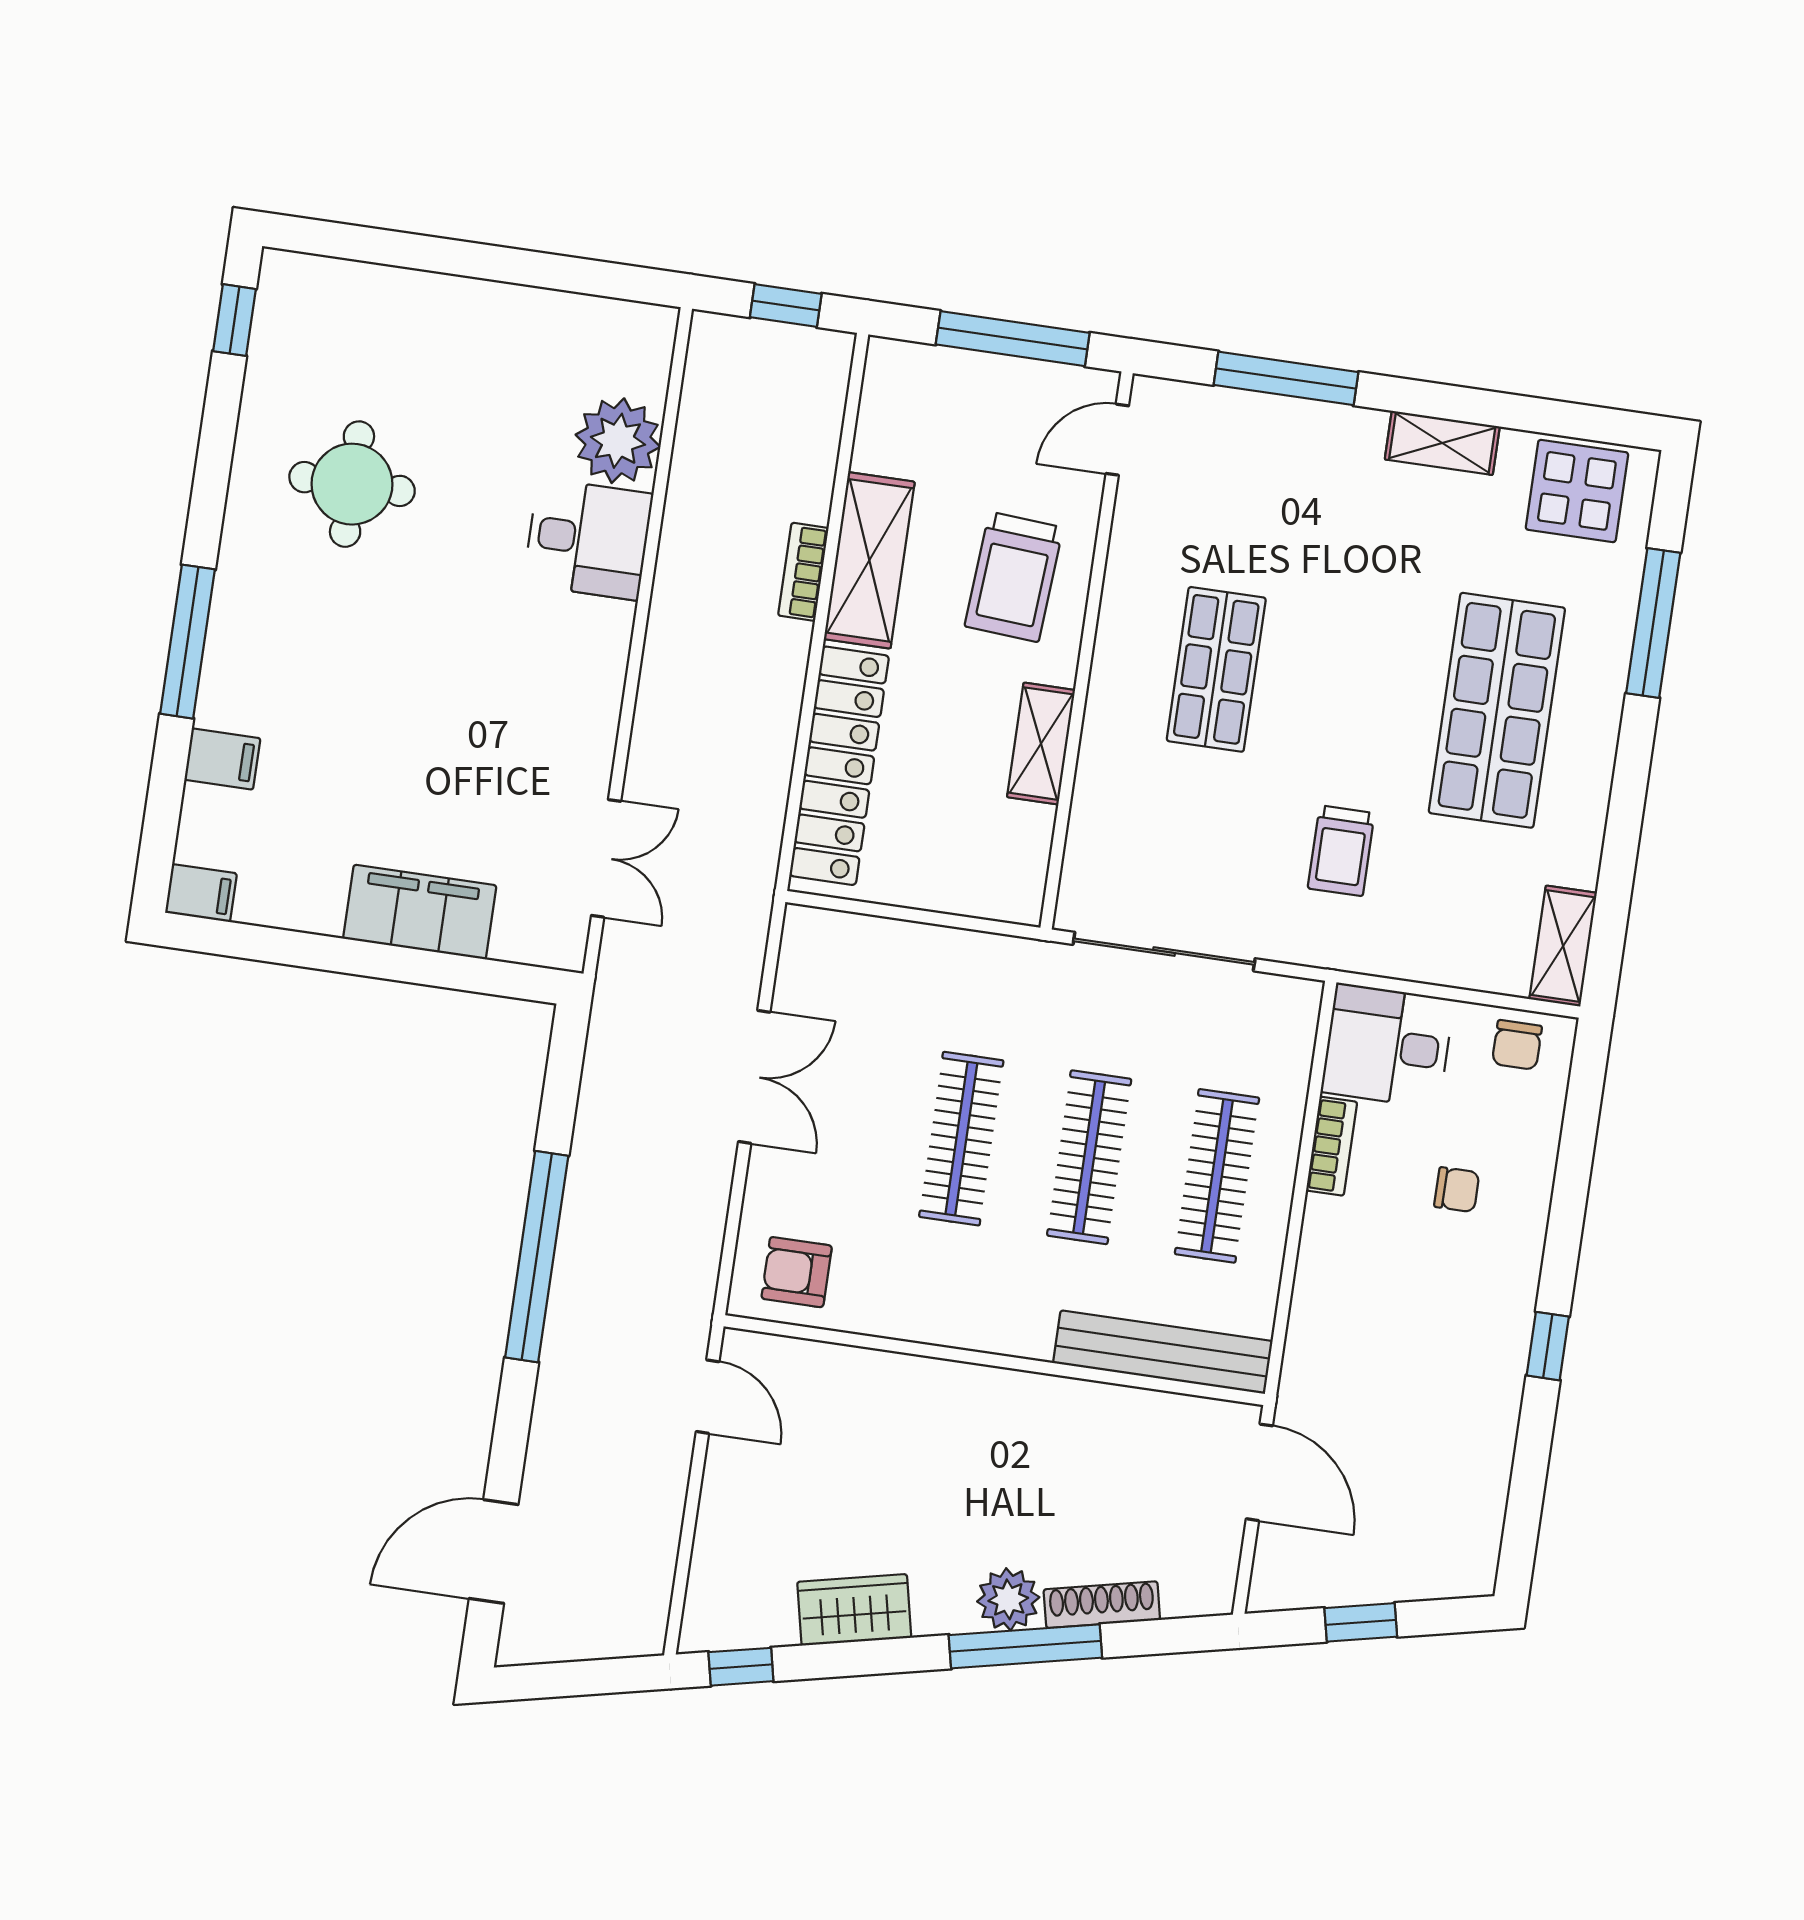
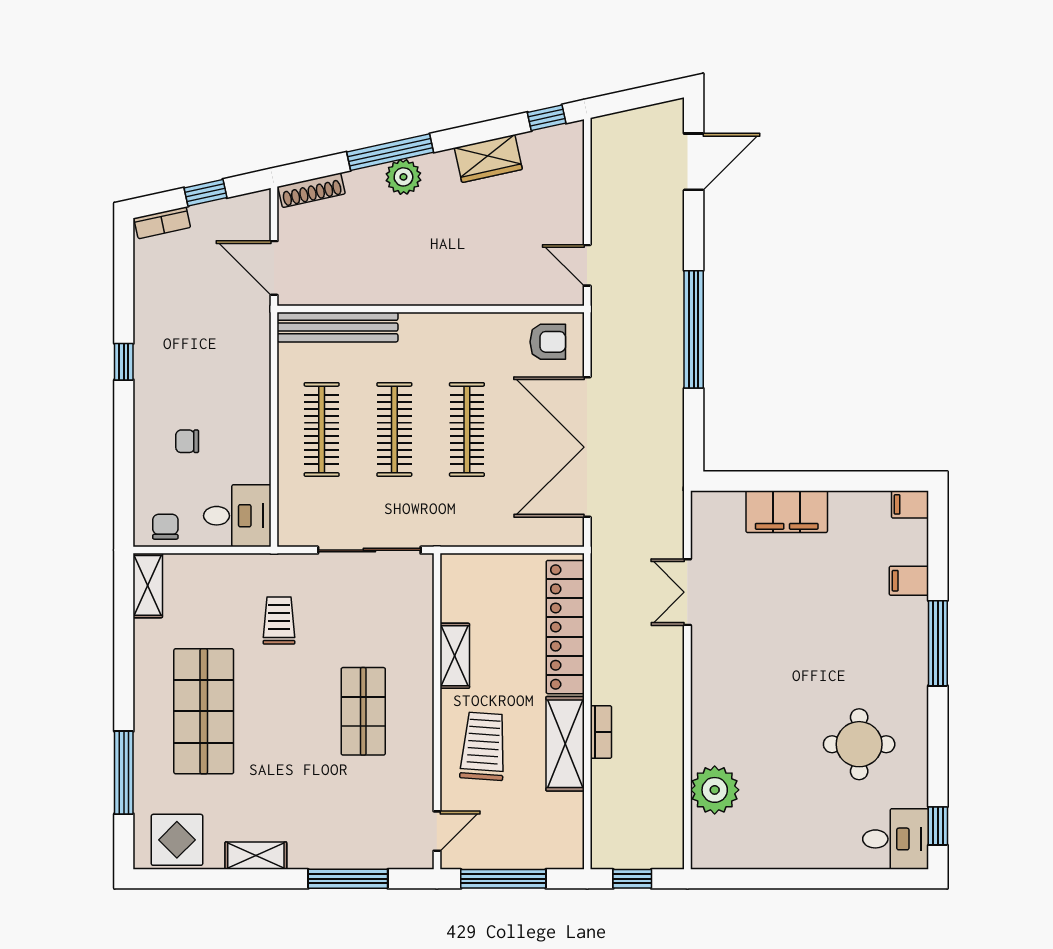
desk: (588, 539) -> (896, 839), moved, turned 180
double door: (606, 858) -> (687, 592), moved
double door: (754, 1077) -> (587, 447), width x1.87
bookcase: (1332, 1146) -> (162, 223), moved, turned -102
shoe rack: (1102, 1605) -> (311, 190), moved

